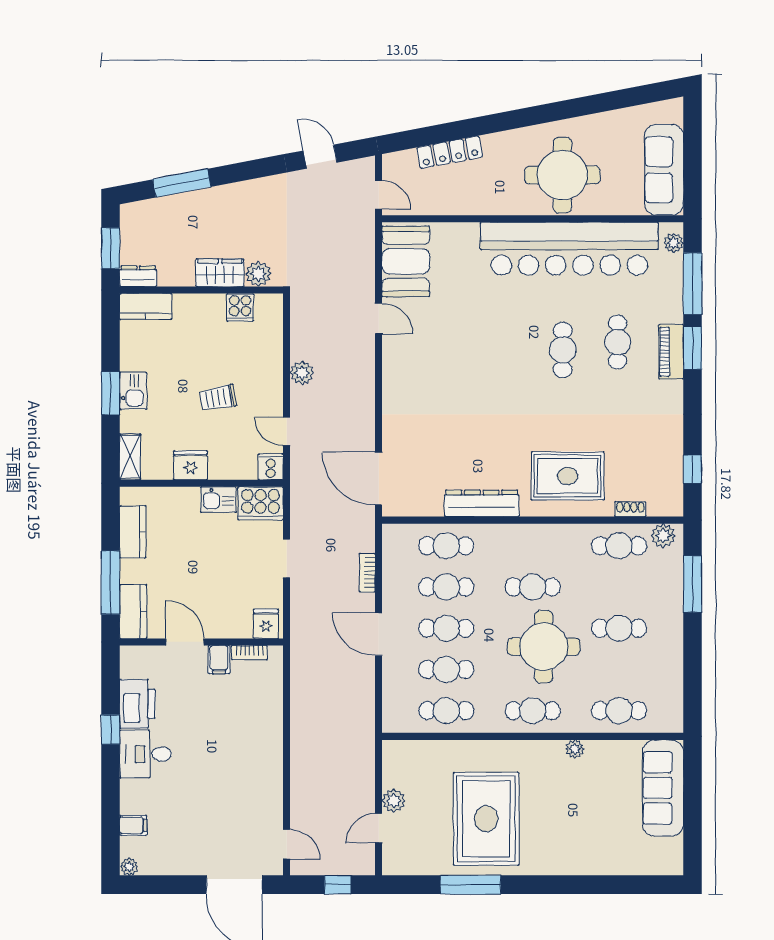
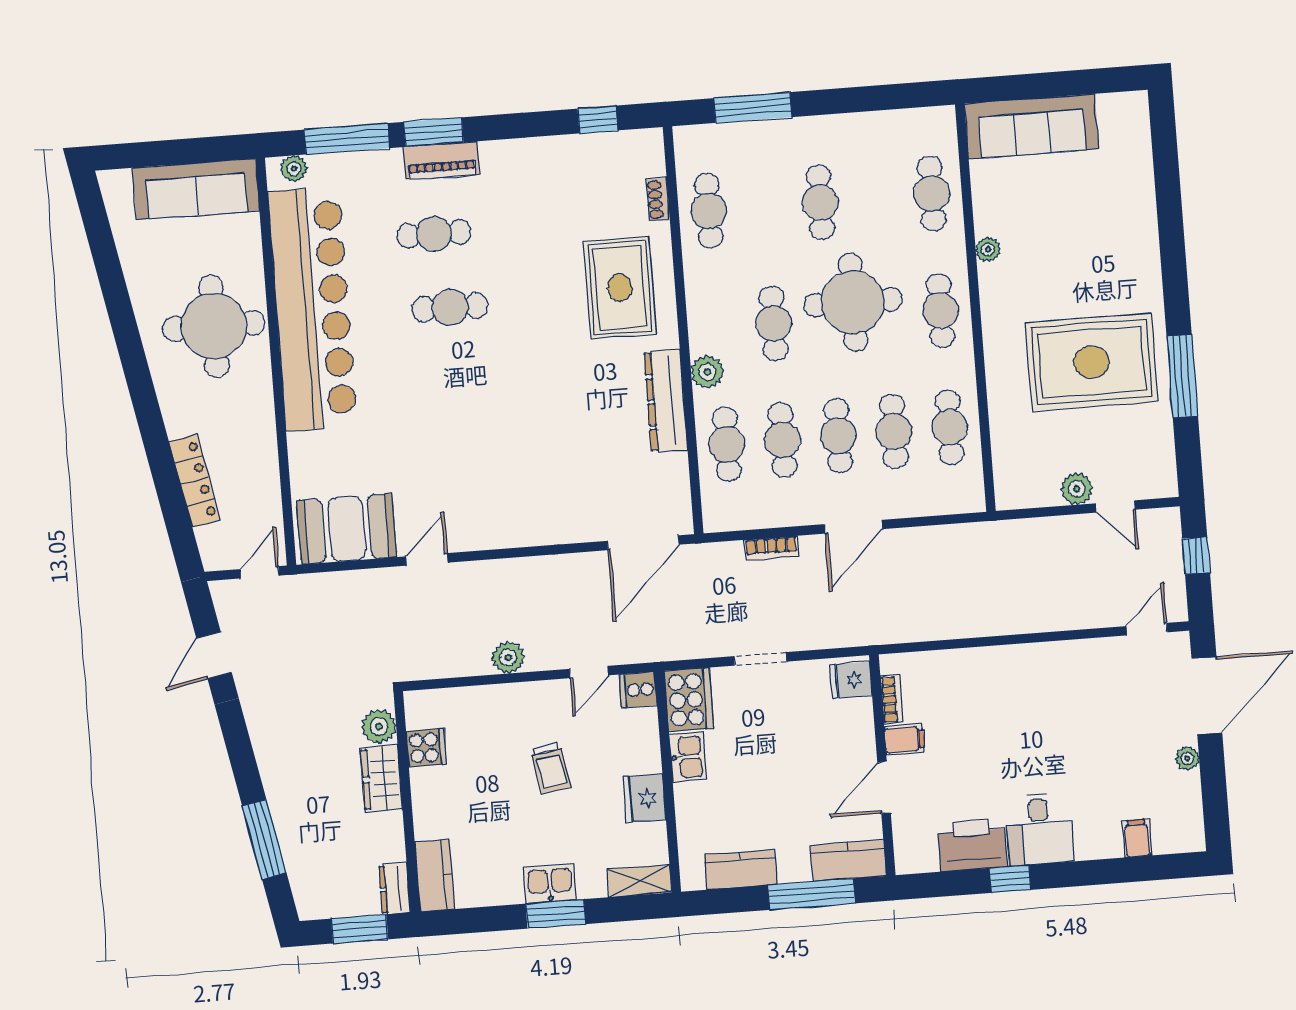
plant: (663, 536) -> (707, 372), moved
plant: (129, 867) -> (1187, 758), moved

